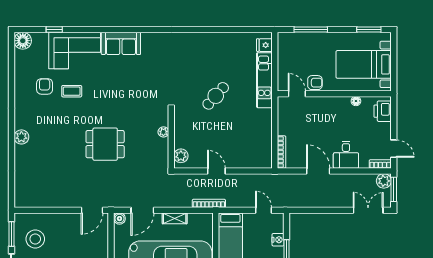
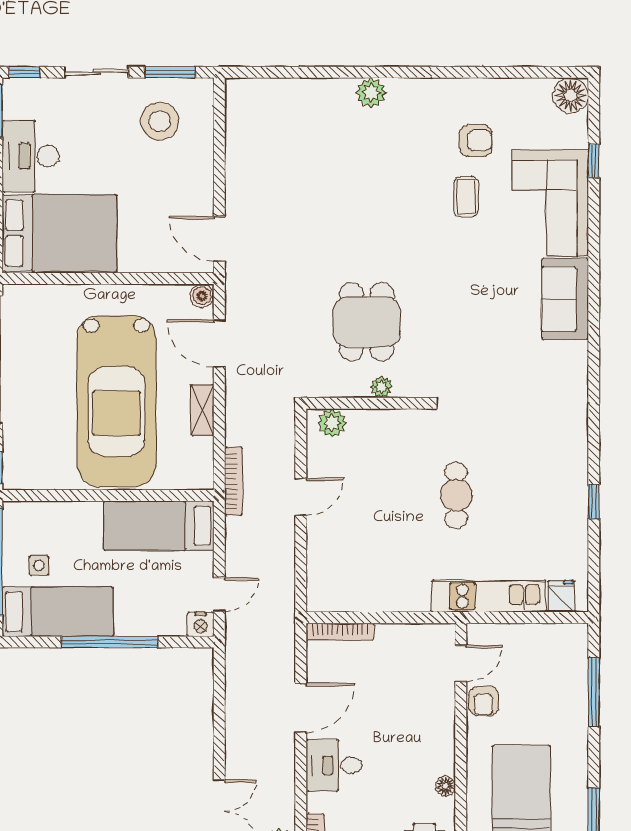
window: (219, 30) -> (594, 502), added
cafe table: (216, 96) -> (456, 495), turned 48
dining table: (105, 144) -> (367, 322), moved
nightstand: (278, 240) -> (201, 624), moved

